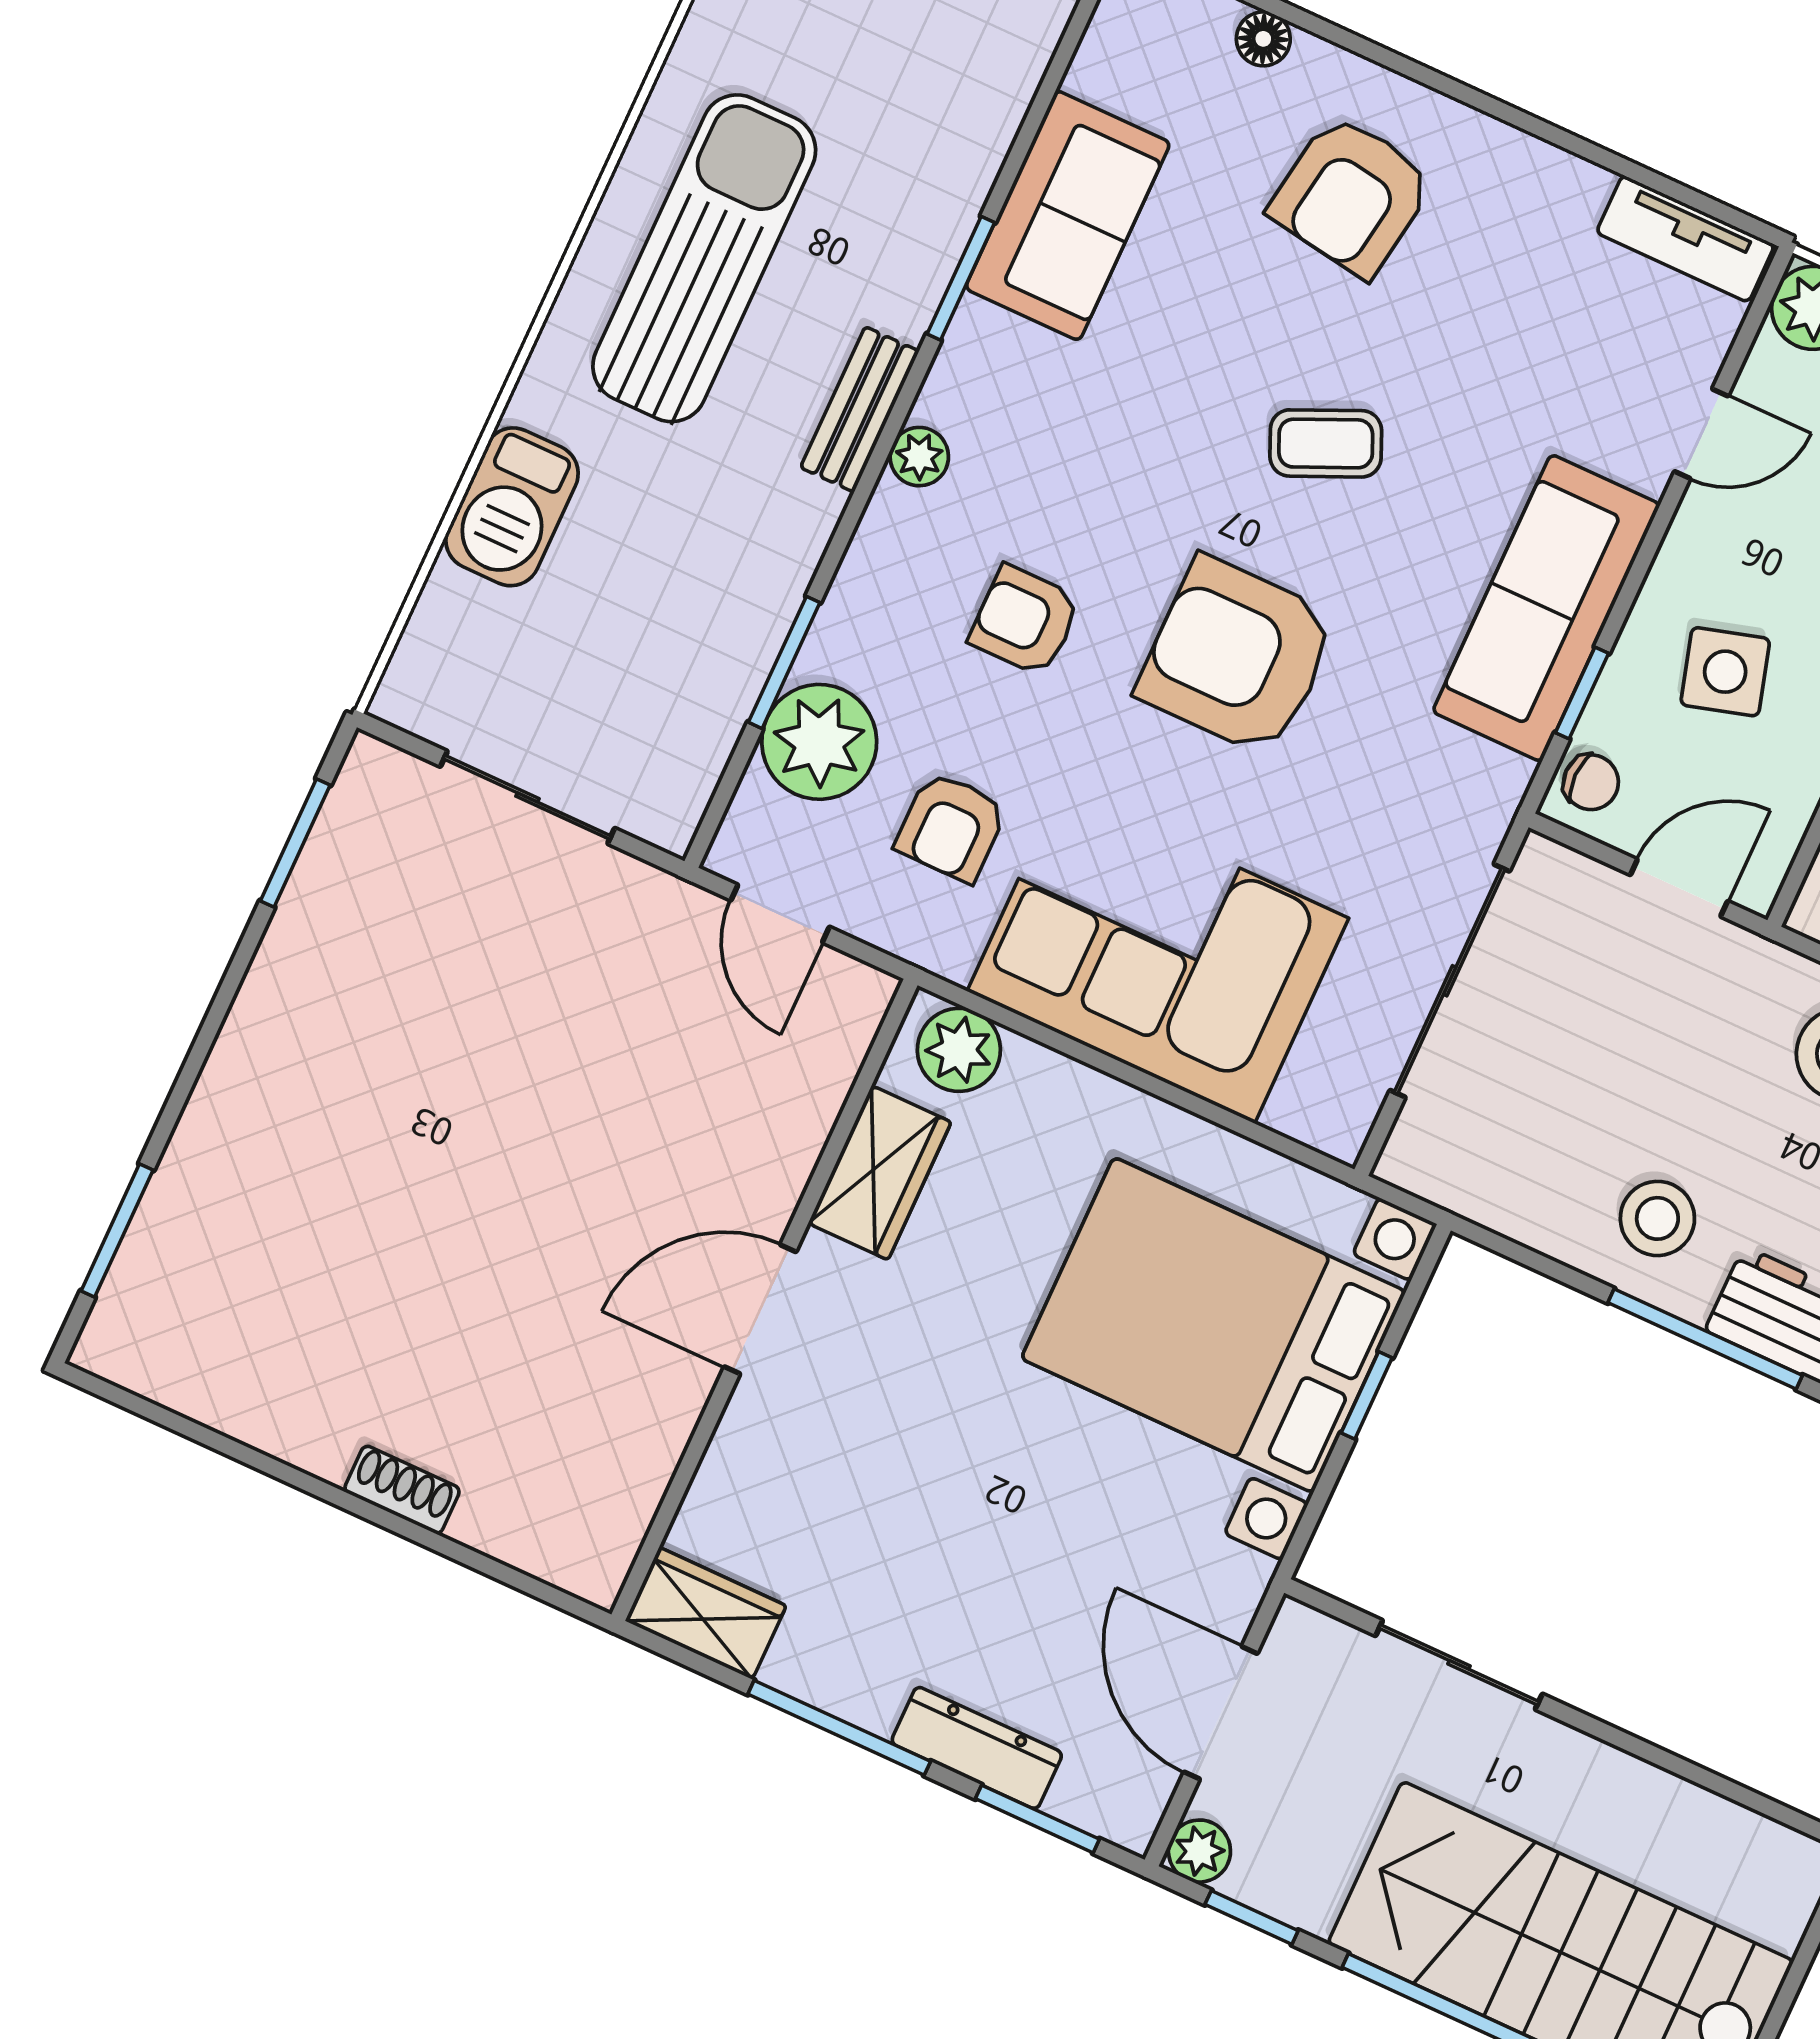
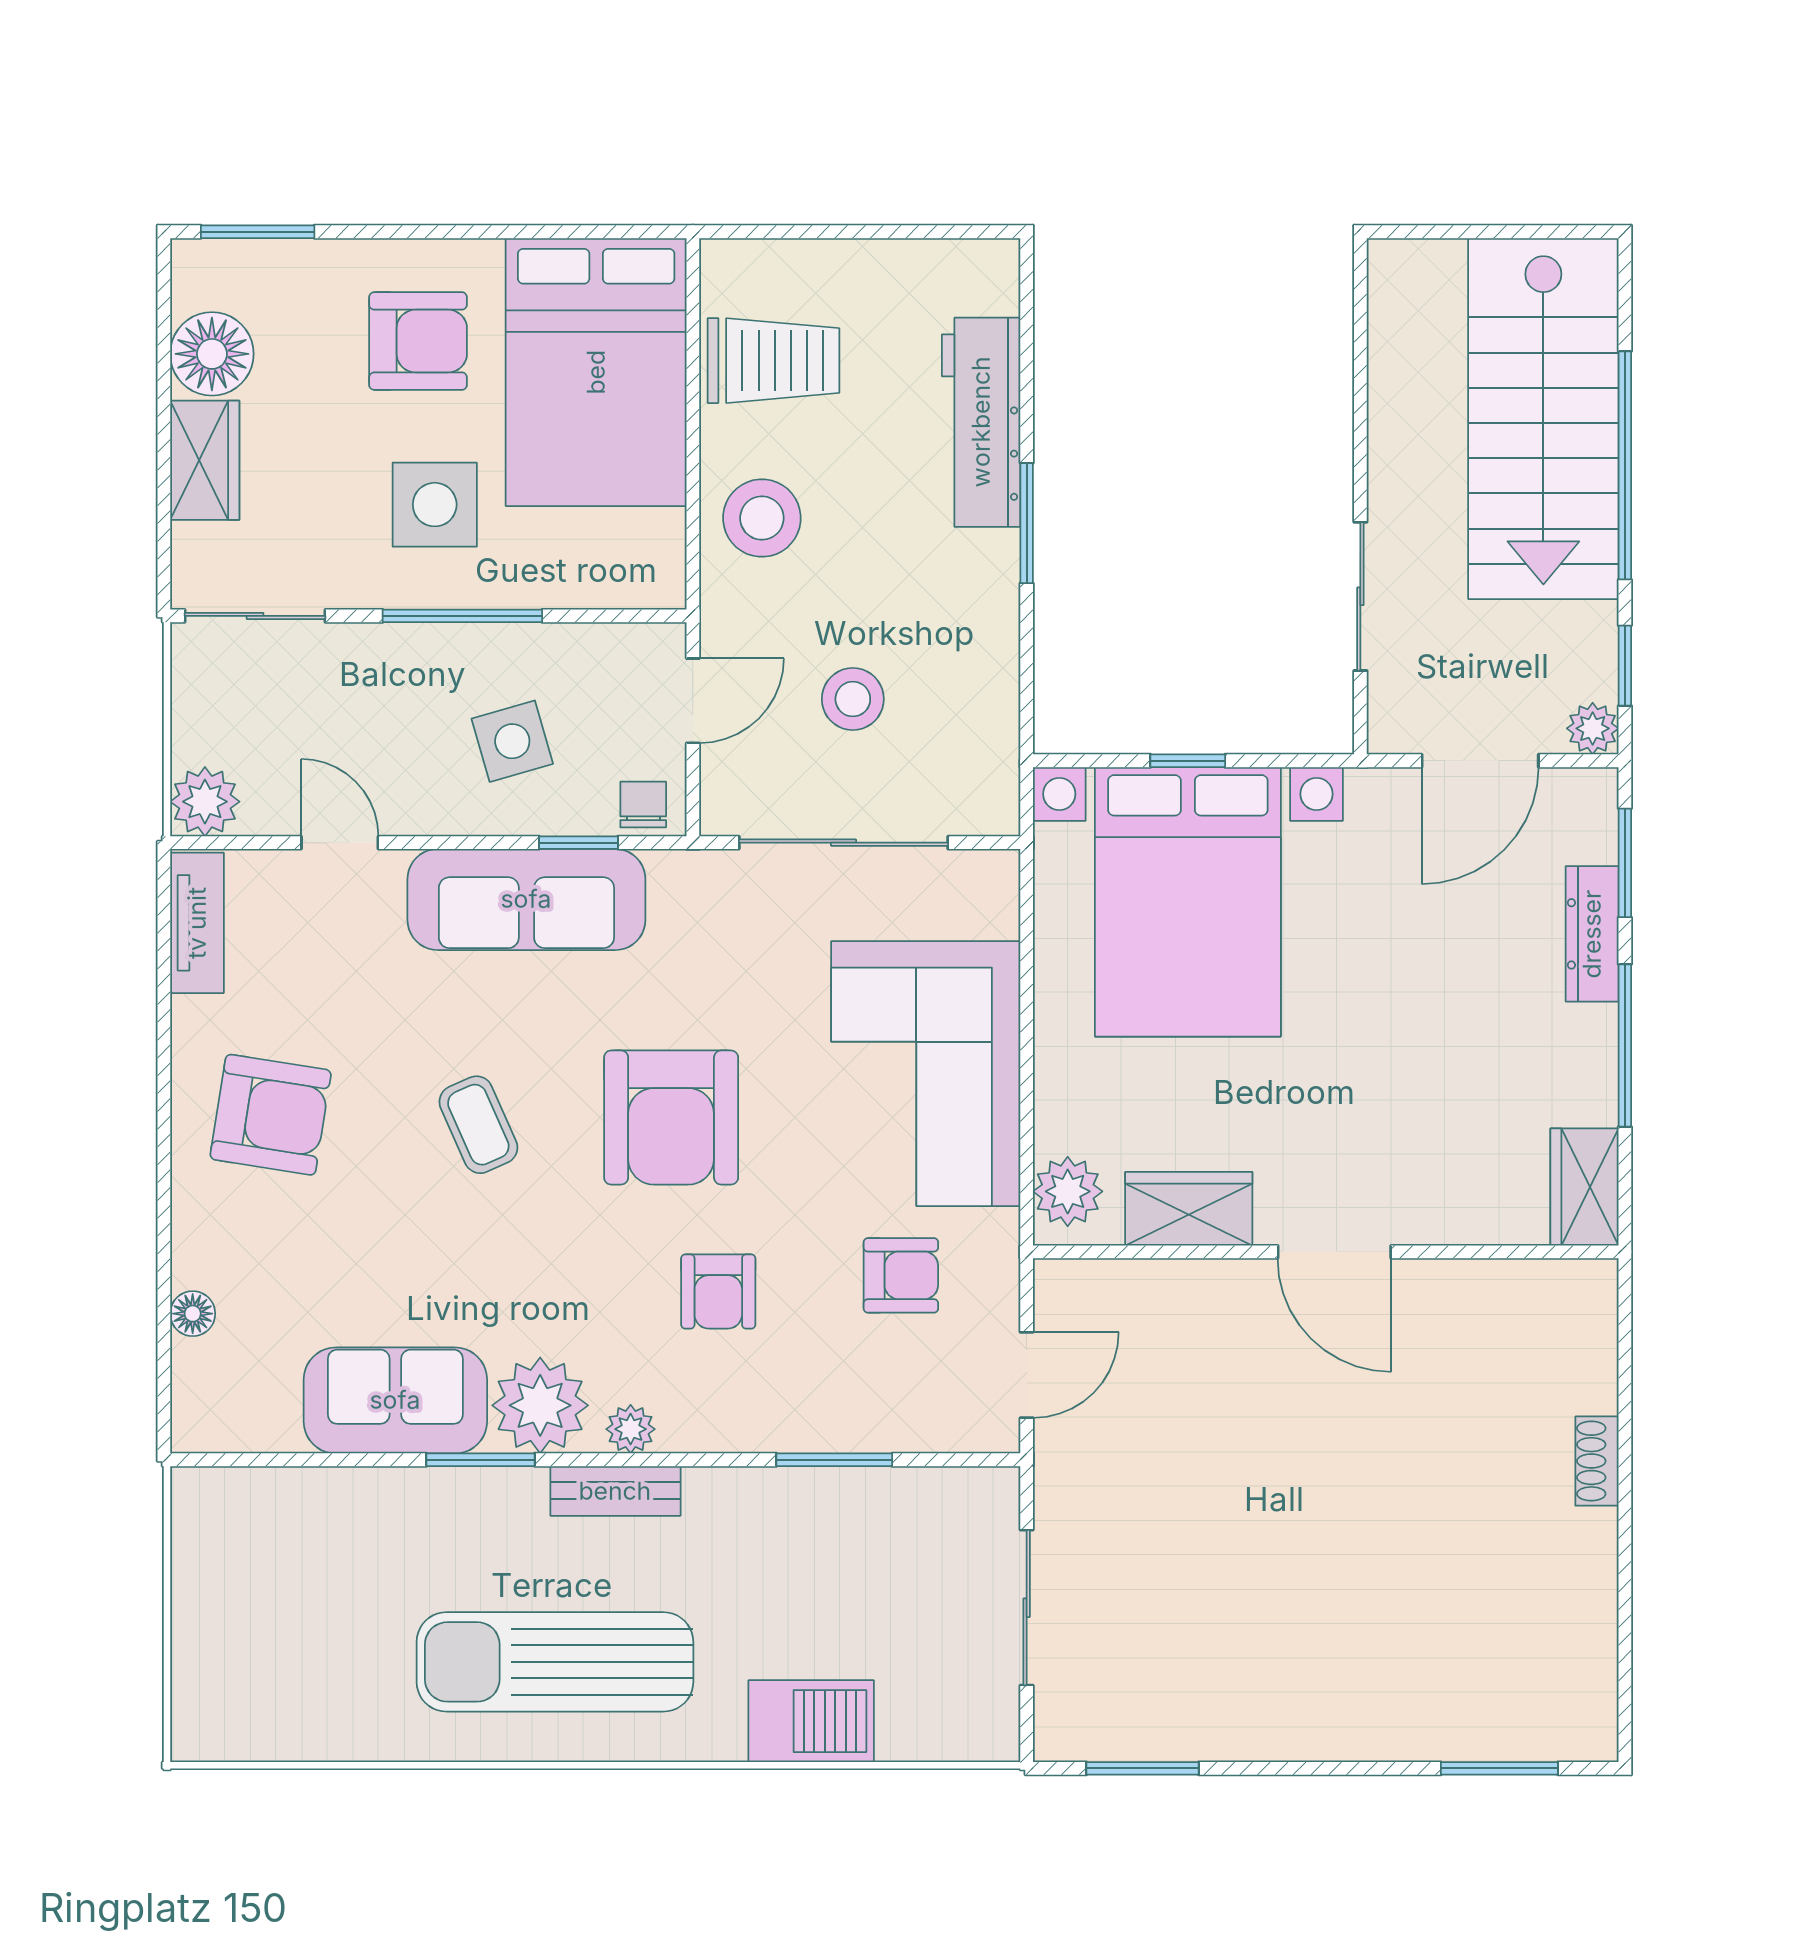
armchair: (1352, 195) -> (271, 1115), moved
plant: (819, 742) -> (540, 1405), moved
door: (1679, 888) -> (693, 701), swing flipped
stool: (1657, 1218) -> (853, 699), moved
window: (1705, 1339) -> (1027, 523), width x0.69

